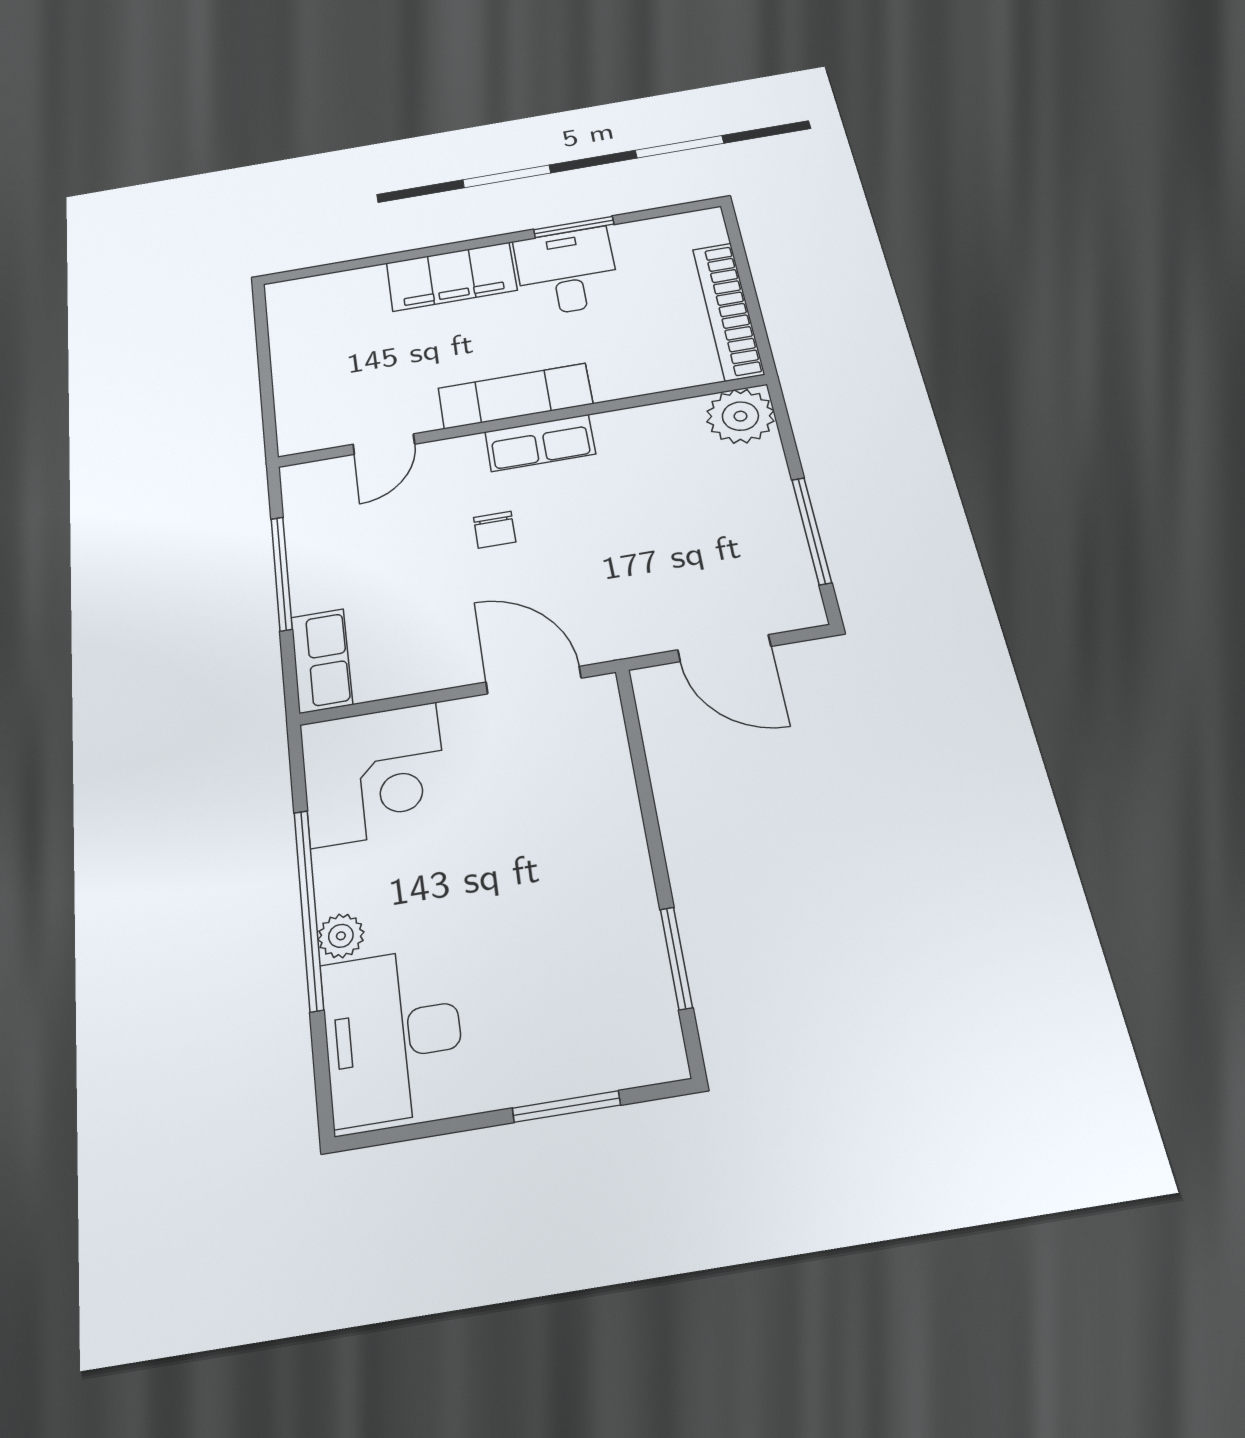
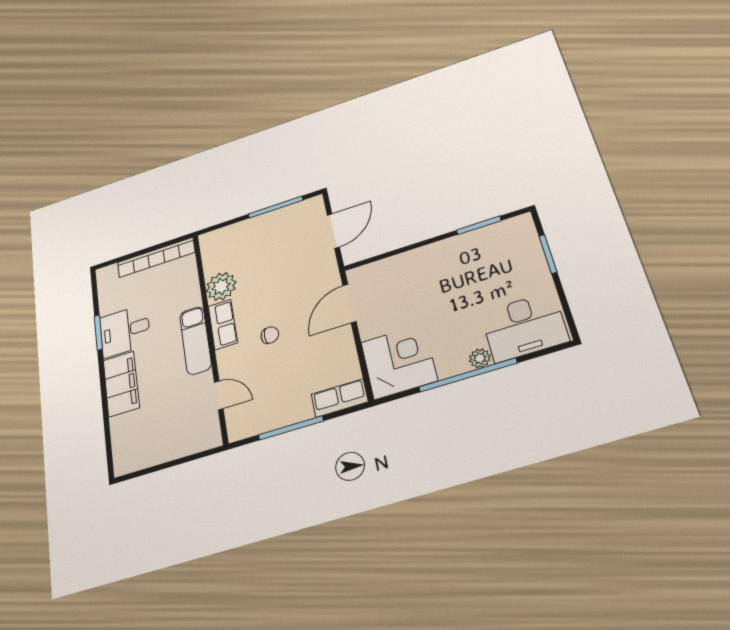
plant: (740, 416) -> (221, 286), moved

